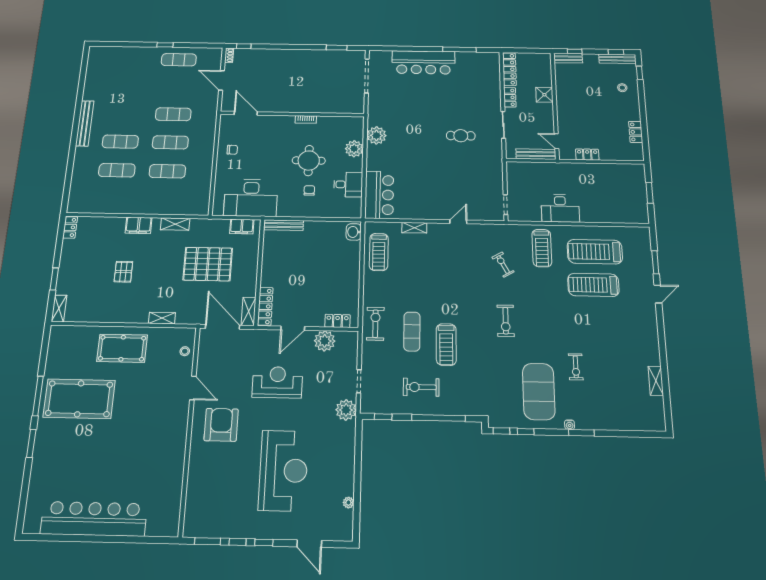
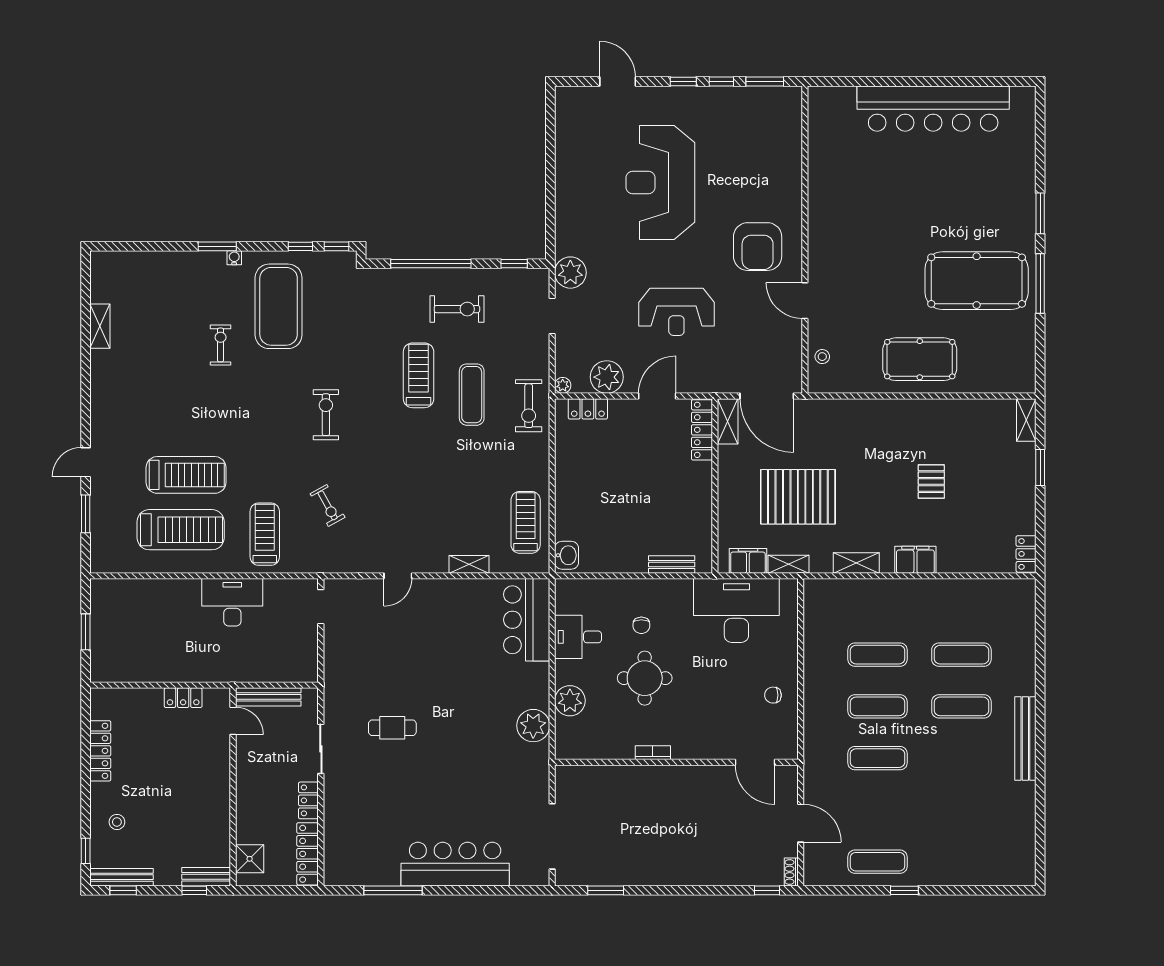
shower: (544, 95) -> (250, 859), moved
locker: (636, 132) -> (100, 751), width x1.53
bench: (284, 225) -> (672, 565), width x0.73
shelving: (162, 318) -> (789, 564), moved
plant: (348, 503) -> (563, 385), moved

